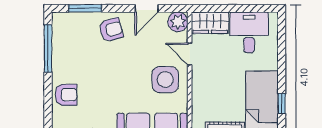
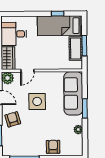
side table: (165, 80) -> (37, 101), moved

